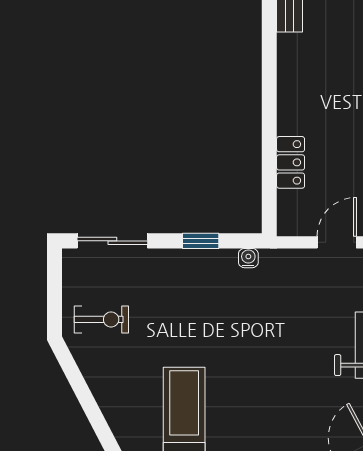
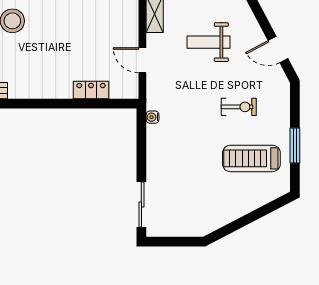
window: (201, 241) -> (141, 148), removed
exercise bike: (101, 319) -> (239, 107), moved, turned 90

